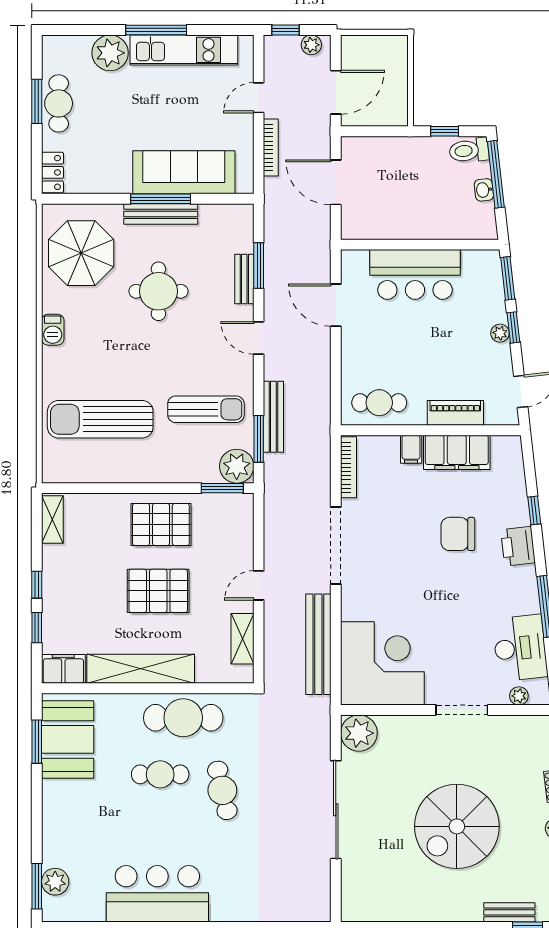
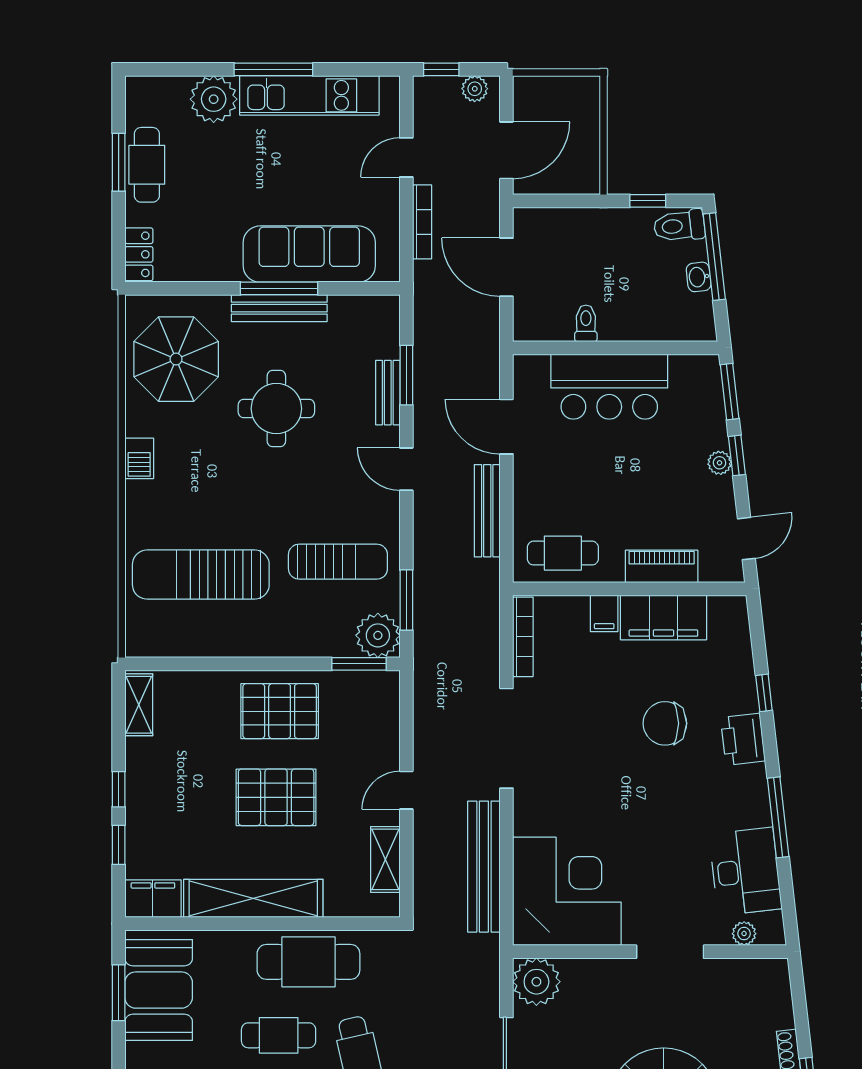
toilet: (397, 226) -> (586, 323), added
bench: (273, 417) -> (487, 511), moved

